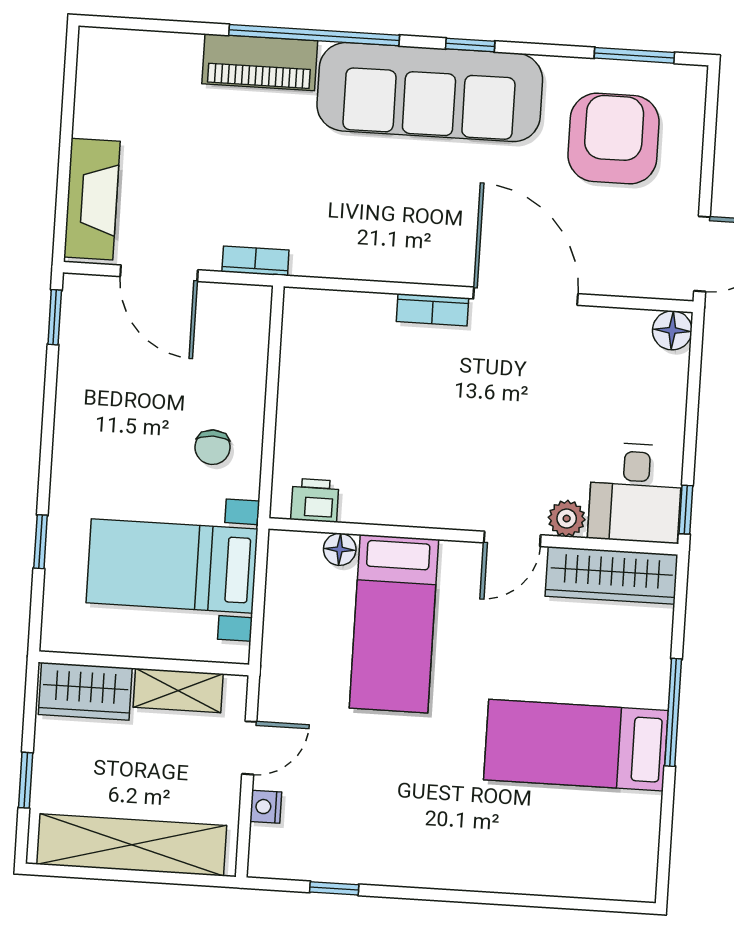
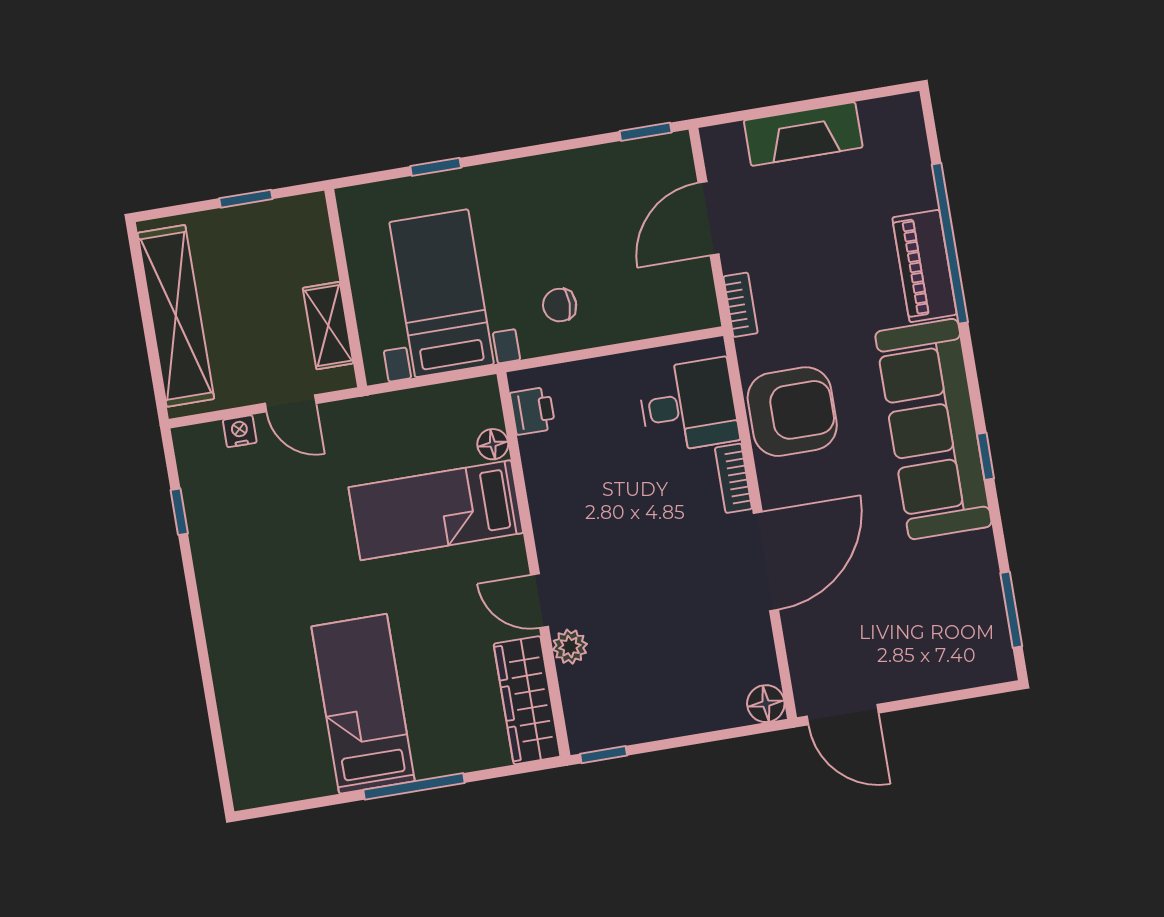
window: (314, 35) -> (950, 243), moved
armchair: (614, 139) -> (792, 412), moved
fireplace: (92, 199) -> (803, 134), moved
desk: (635, 493) -> (688, 406), moved, turned 180
wardrobe: (85, 691) -> (307, 240), removed
window: (26, 780) -> (246, 199), moved

